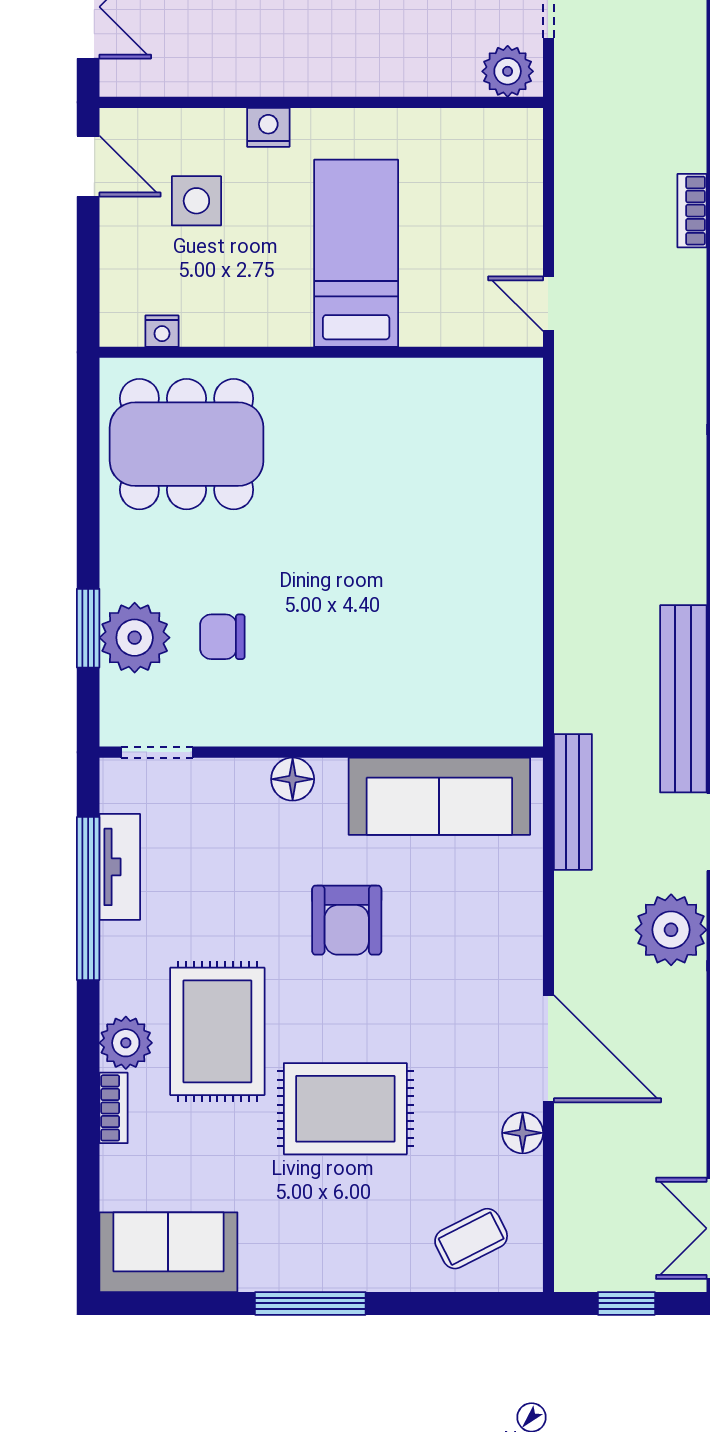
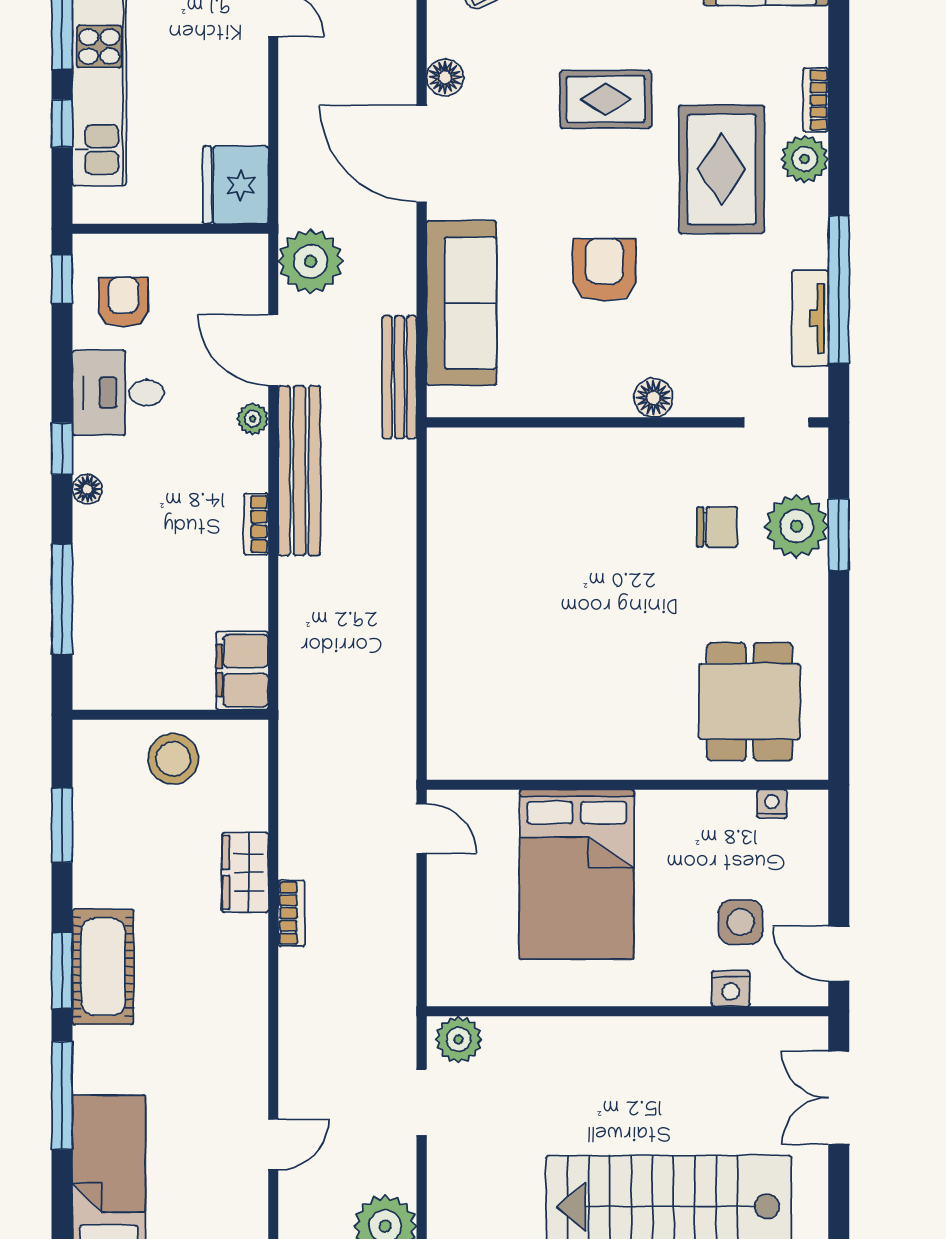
nightstand: (268, 127) -> (731, 989), moved
bed: (356, 253) -> (577, 874), width x1.50
dining table: (187, 444) -> (750, 702), width x0.73
sofa: (439, 796) -> (461, 303), moved, turned 90
rug: (345, 1109) -> (606, 99), width x0.73, depth x0.70

